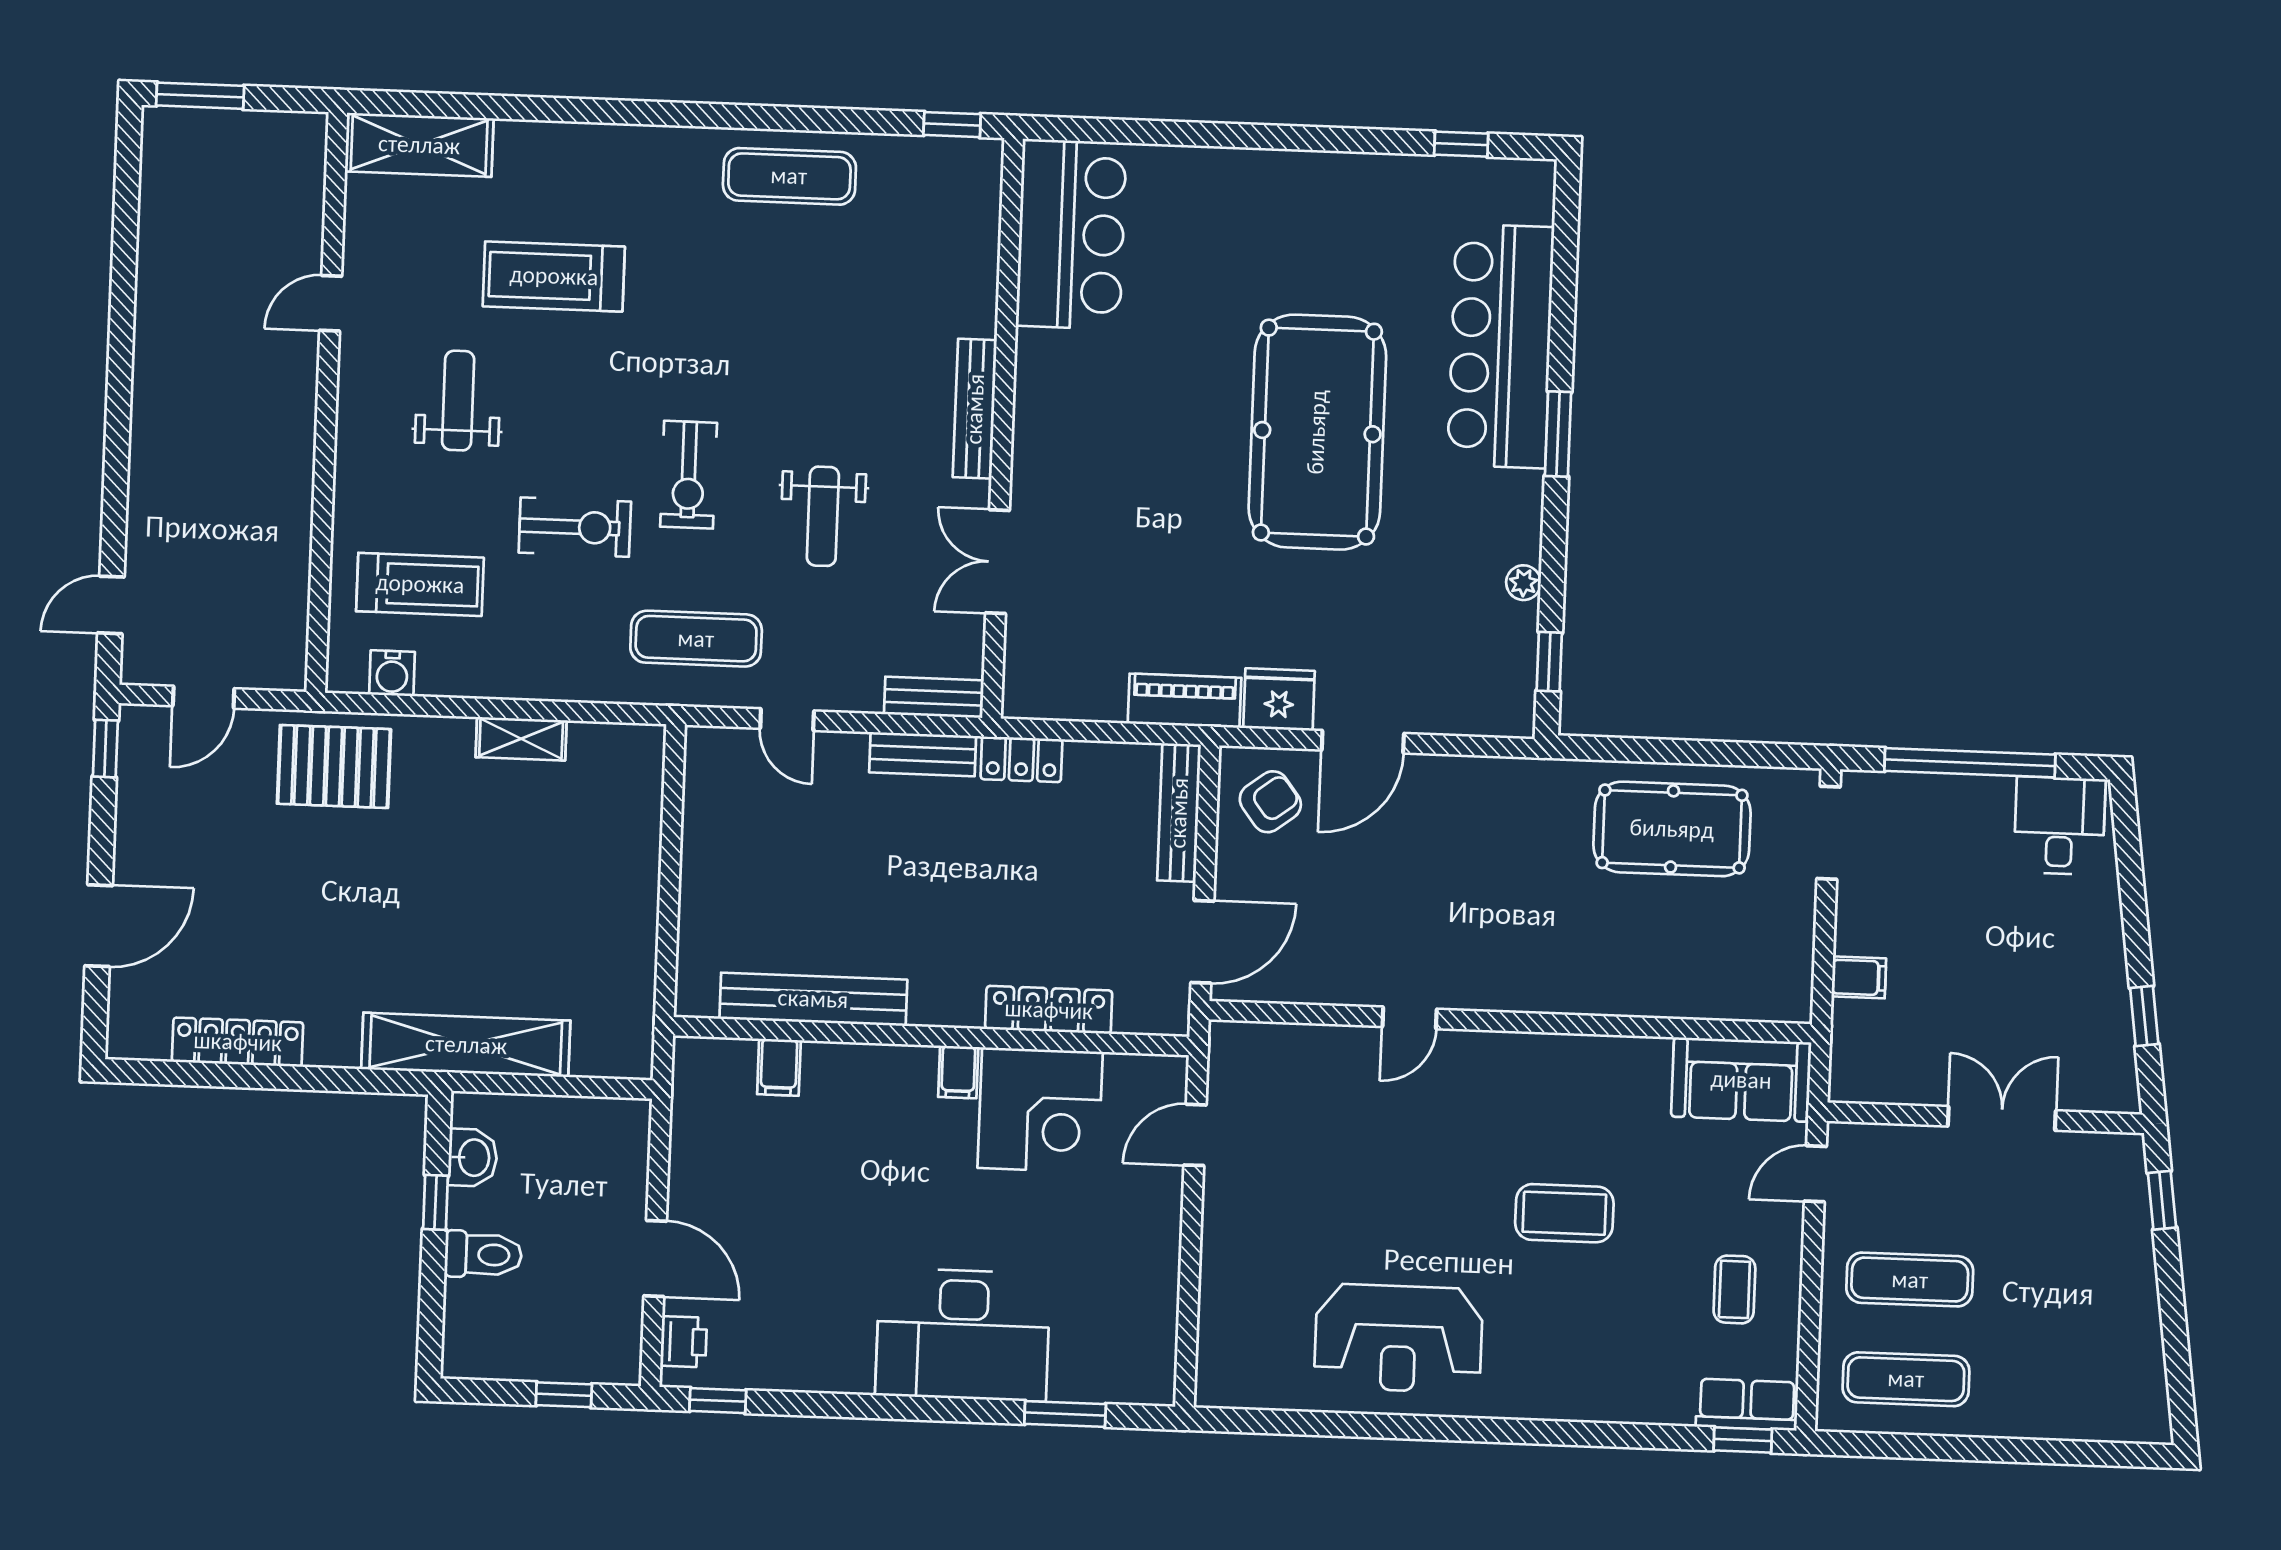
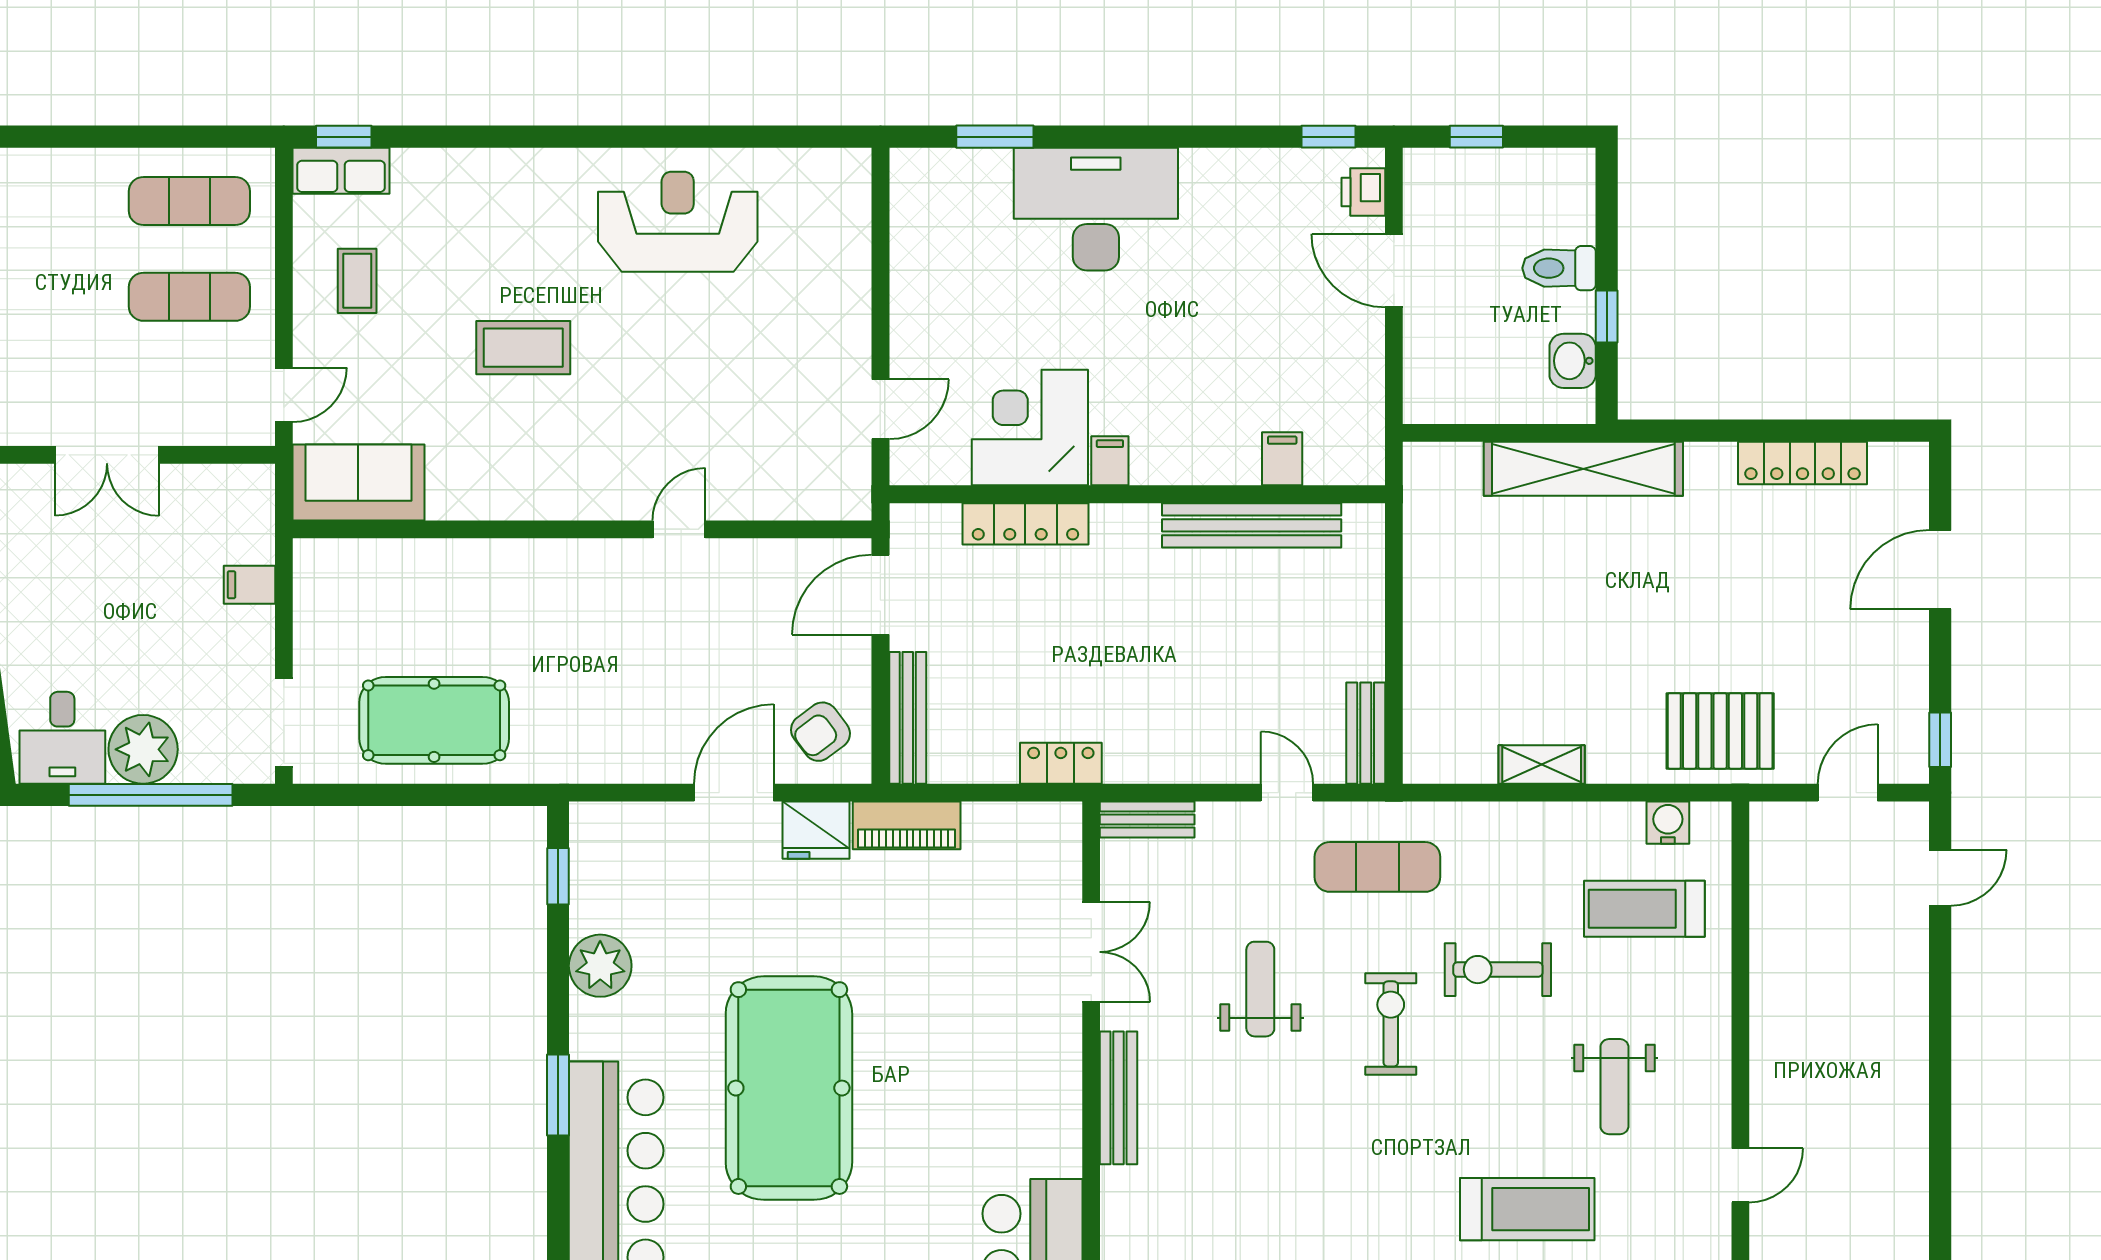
plant: (1524, 583) -> (600, 966), width x1.88, depth x1.88
bench: (923, 754) -> (1366, 733), moved, turned 90
plant: (1976, 810) -> (143, 749), added

